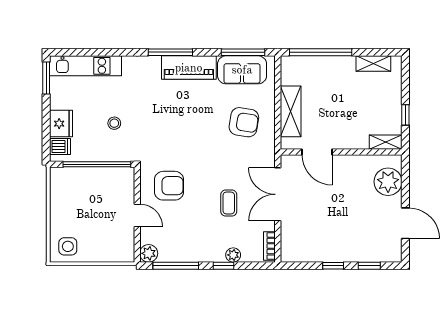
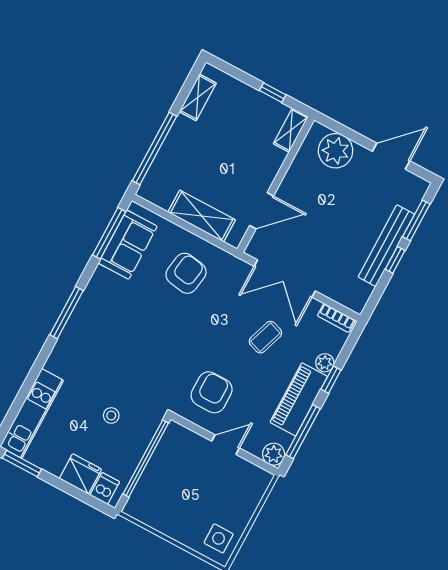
piano: (189, 68) -> (299, 399), moved, turned 180
coffee table: (229, 203) -> (265, 337), turned -71
bench: (340, 254) -> (386, 246), added
window: (369, 266) -> (416, 220), width x1.50

